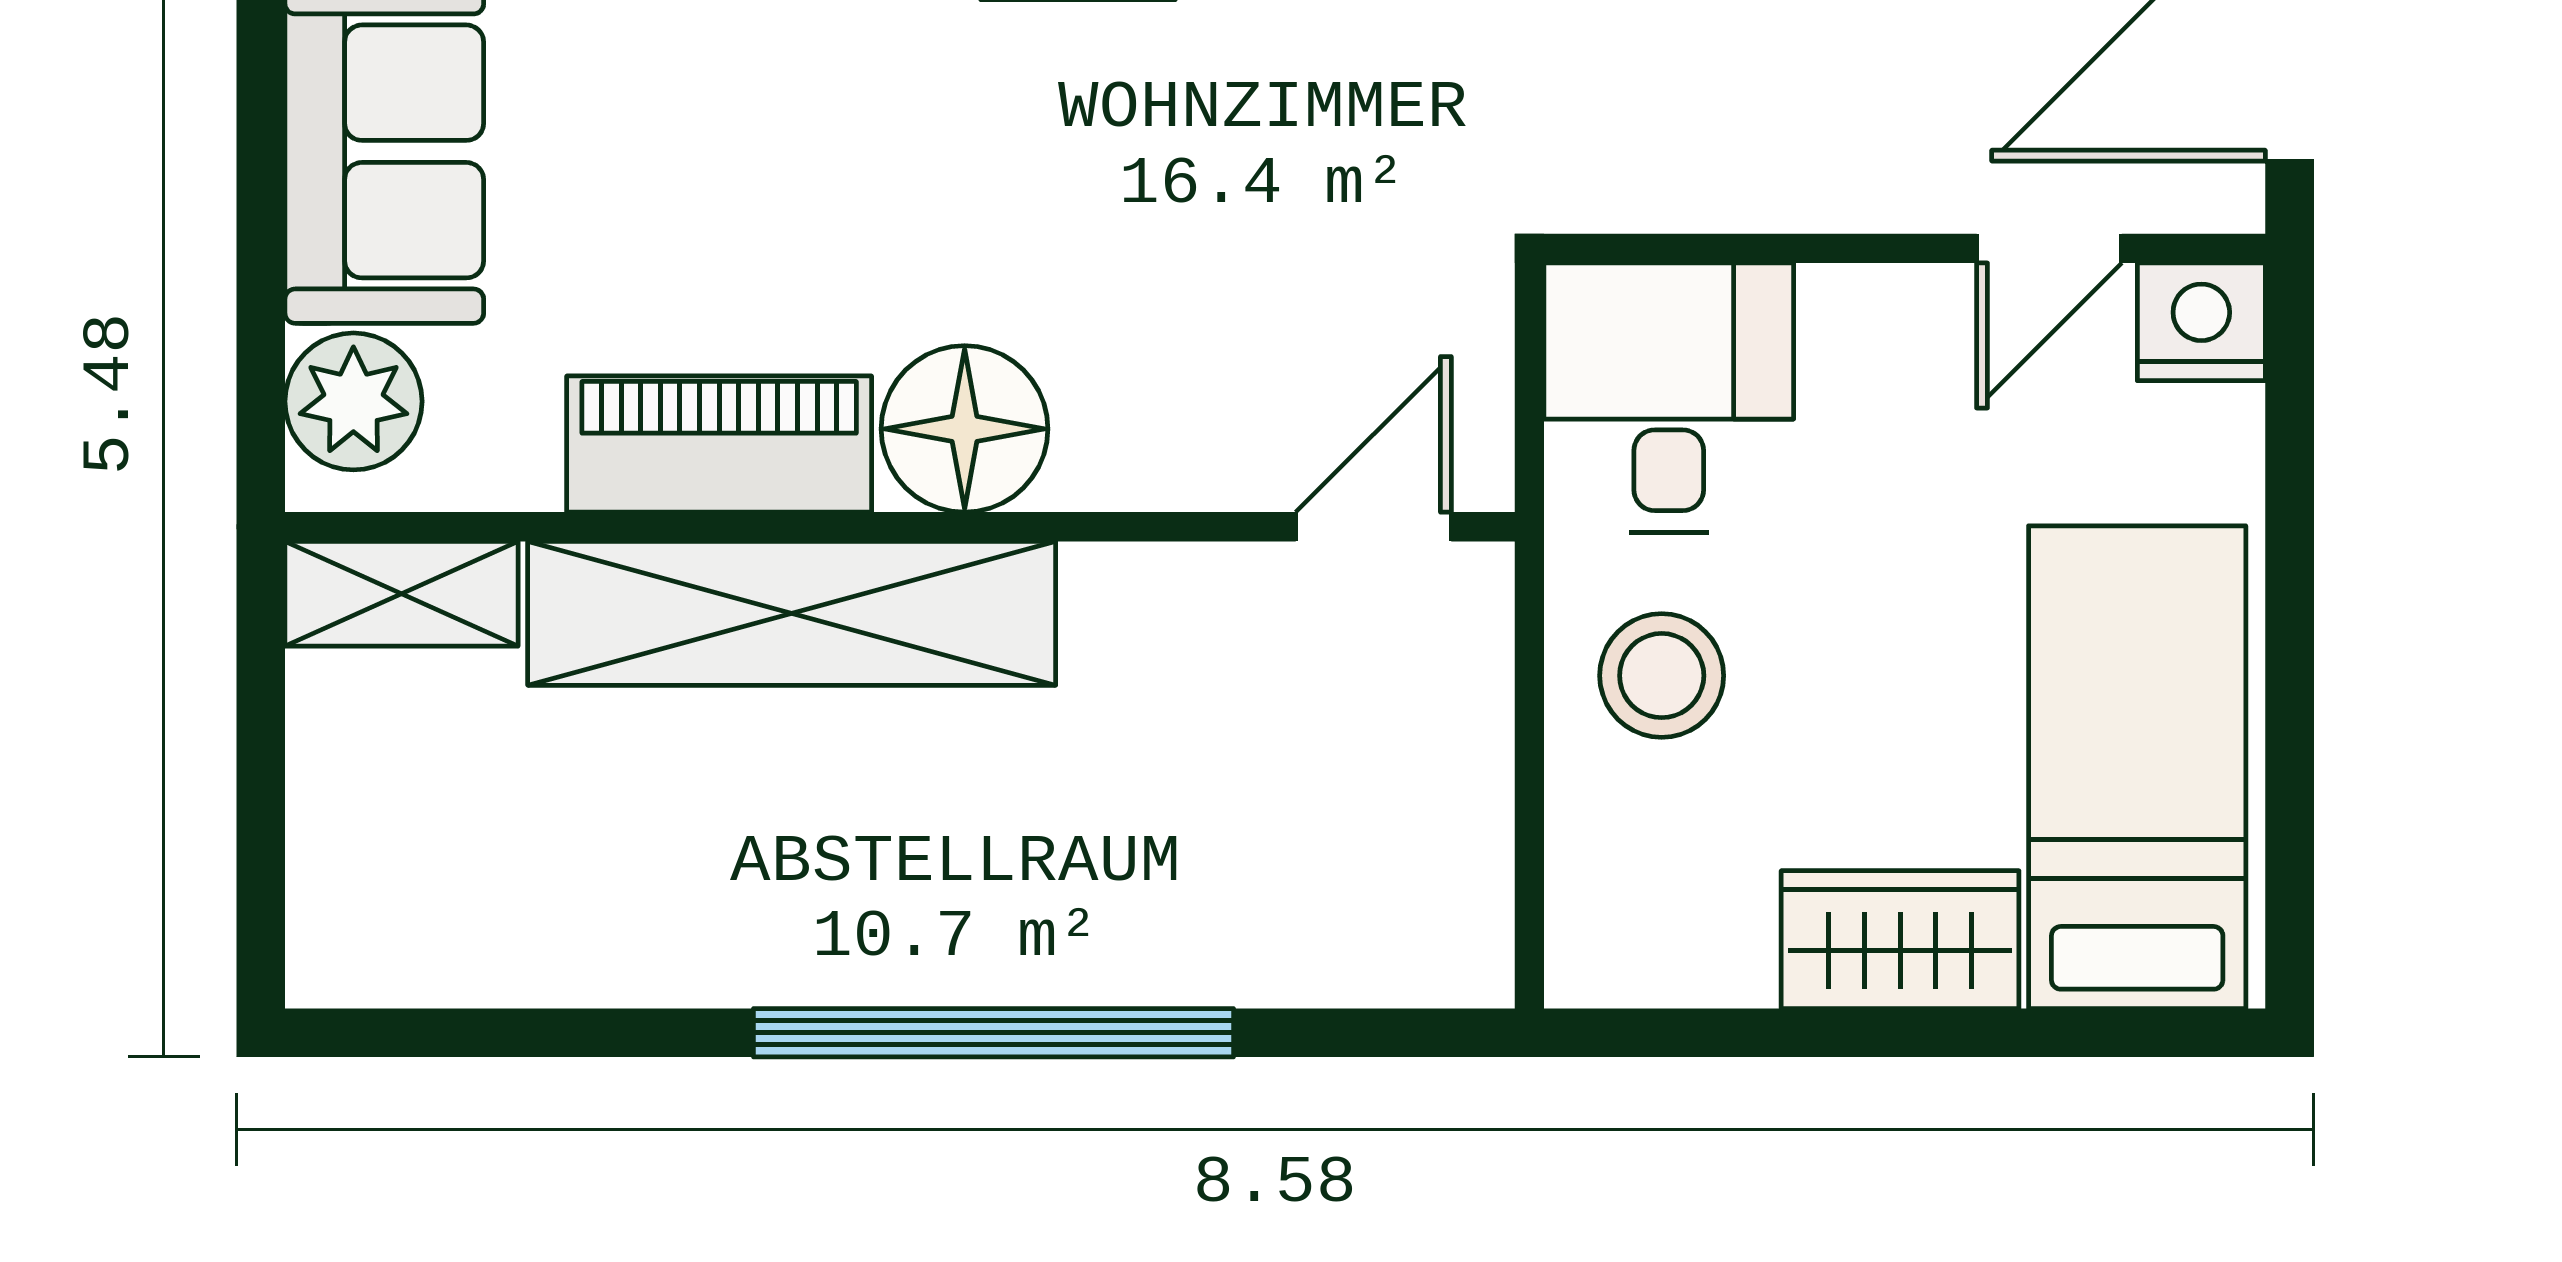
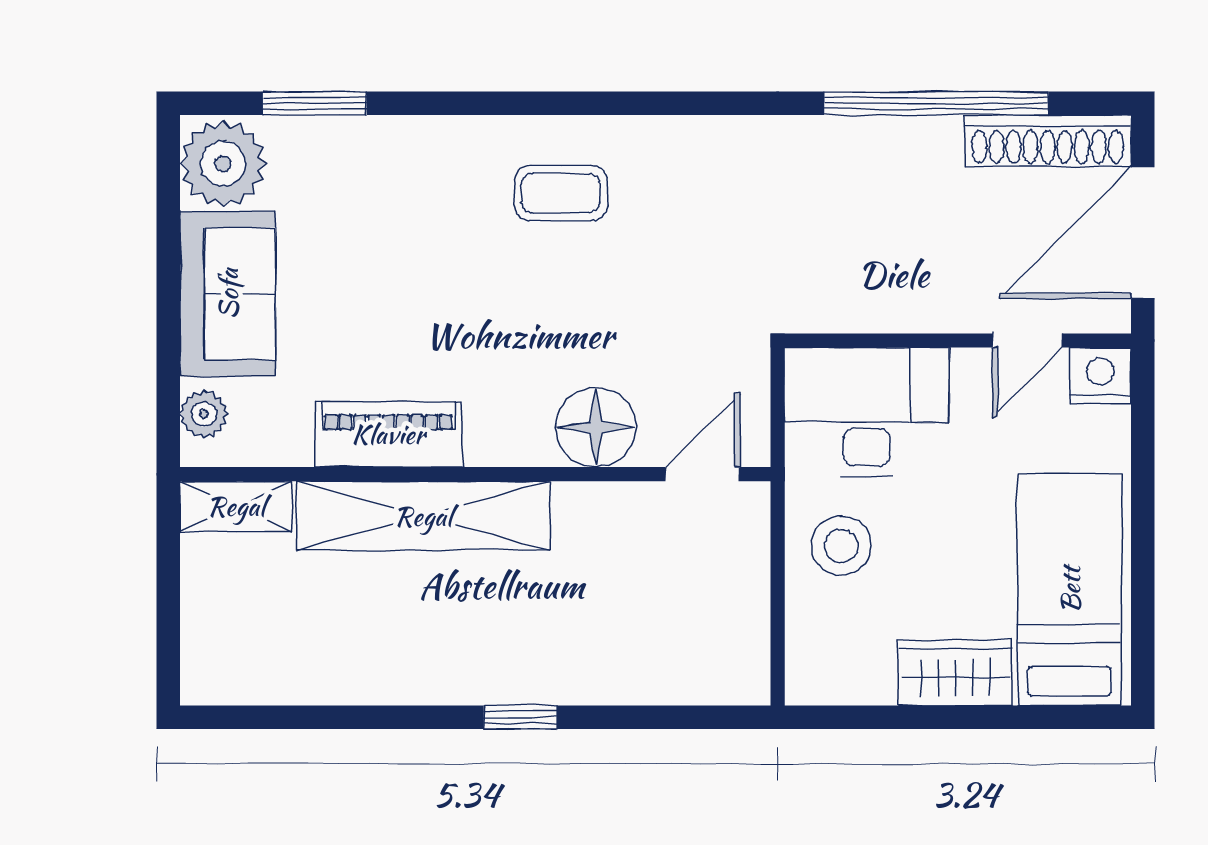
desk: (1669, 398) -> (867, 412), width x1.37
plant: (353, 401) -> (204, 414), width x0.73, depth x0.73
floor lamp: (965, 429) -> (596, 427), moved
window: (993, 1033) -> (520, 717), width x0.32

